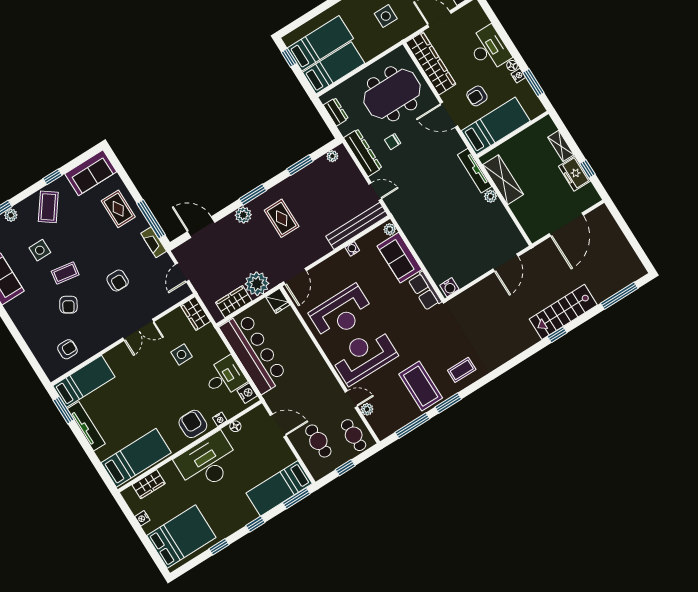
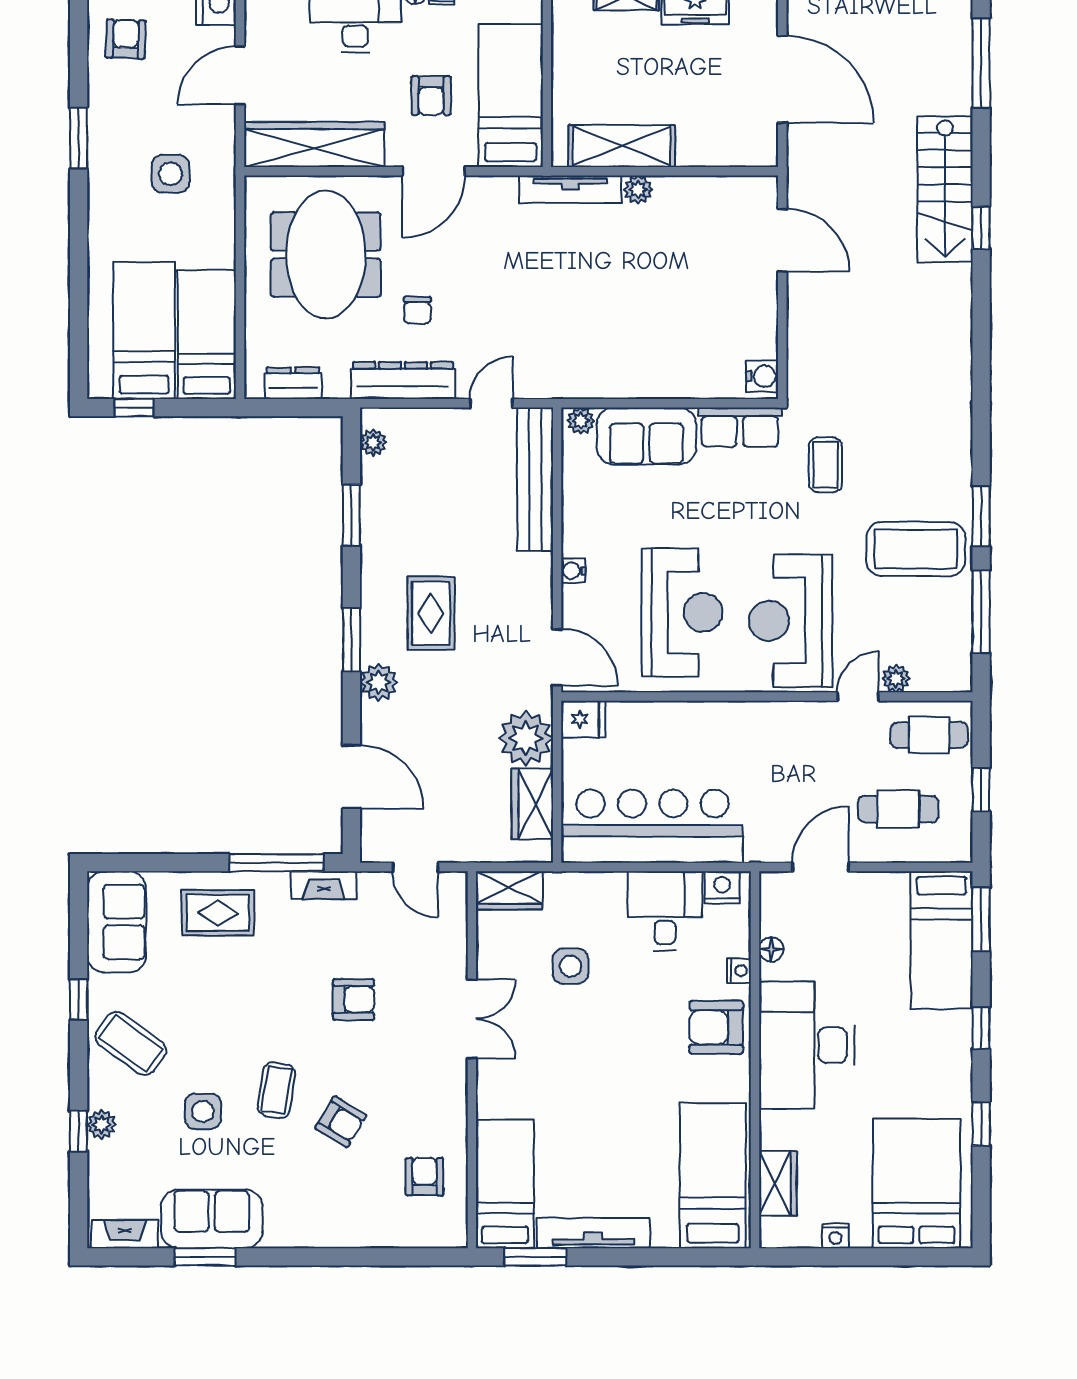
rug: (282, 218) -> (431, 613), turned 90
door: (201, 227) -> (351, 777), swing flipped
water cooler: (352, 249) -> (573, 571), moved
coffee table: (462, 370) -> (825, 465), moved

